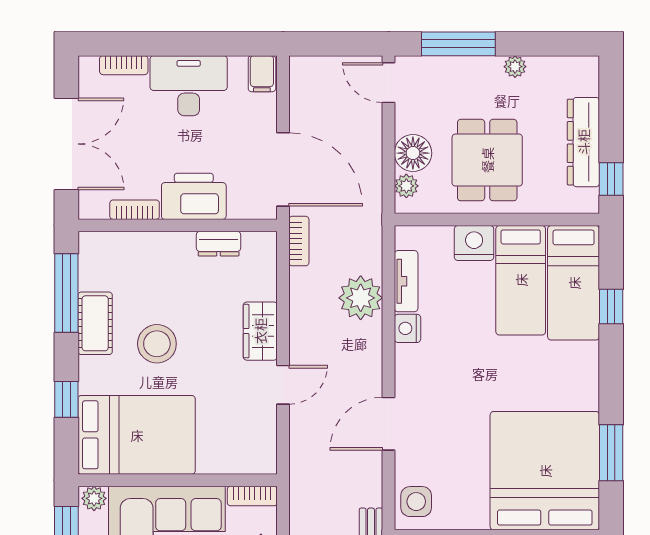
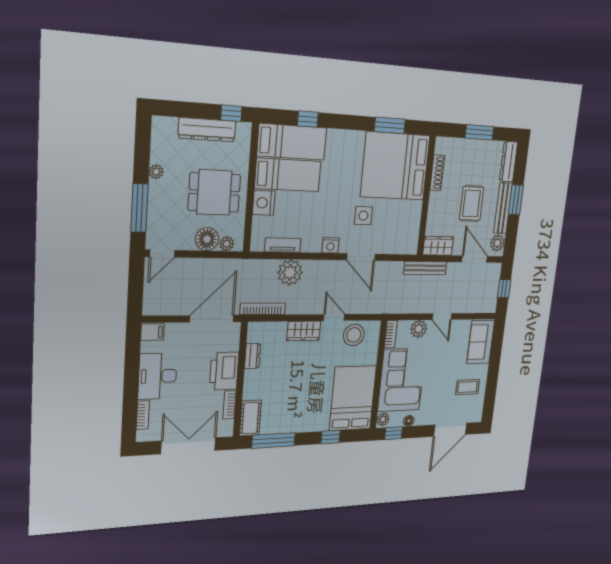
bookcase: (299, 241) -> (263, 309), width x1.56
cot: (95, 323) -> (250, 418), moved, turned 90
nightstand: (407, 328) -> (331, 245), moved
stool: (157, 344) -> (354, 335), moved
side table: (416, 502) -> (363, 216), moved

